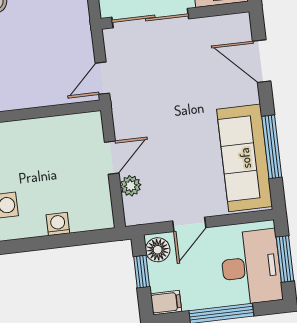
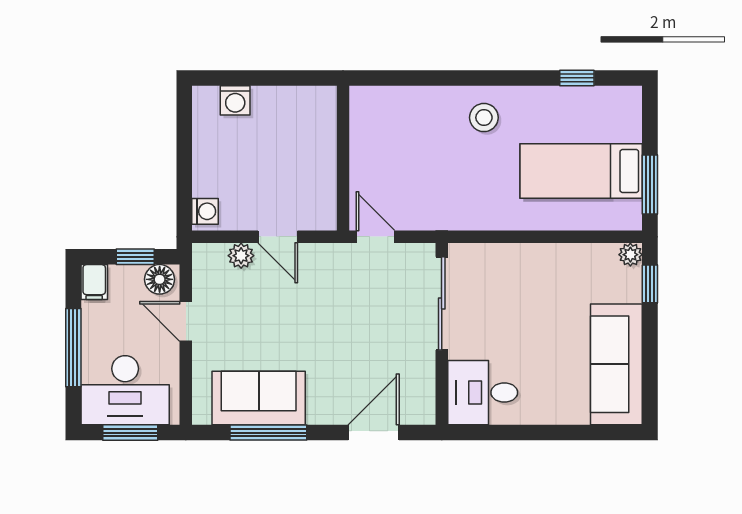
sofa: (245, 158) -> (259, 398), width x0.73
washing machine: (58, 224) -> (205, 211), moved

